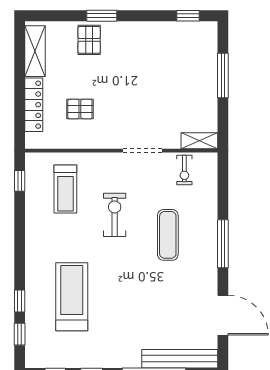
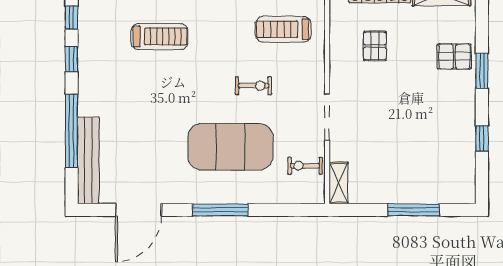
window: (188, 16) -> (482, 138), moved
exercise bike: (115, 215) -> (253, 86), width x0.73, depth x0.72
exercise mat: (168, 235) -> (230, 147), width x2.00, depth x1.45
treadmill: (72, 297) -> (159, 37), width x0.73, depth x0.73

